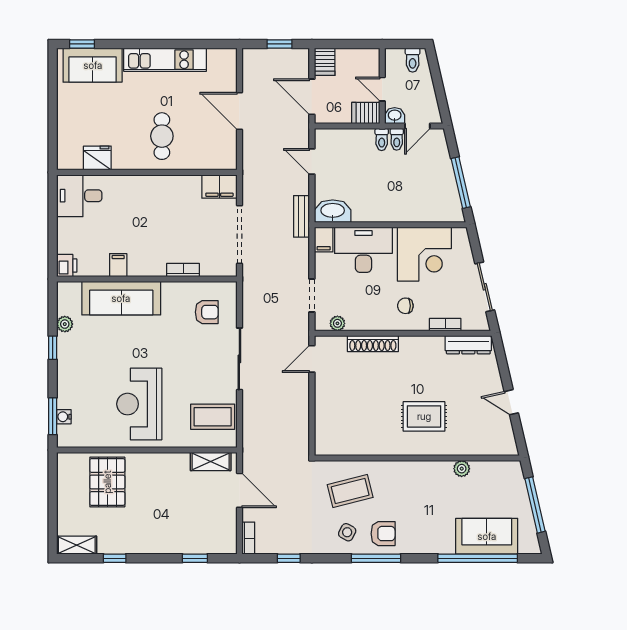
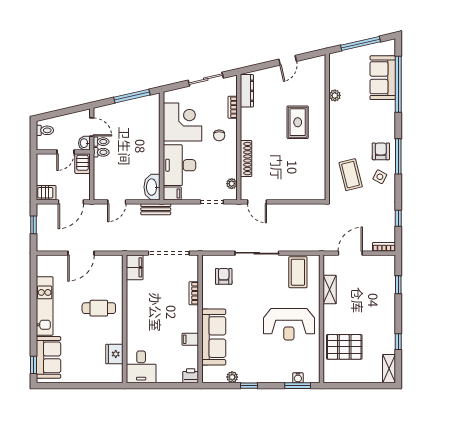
shelving: (211, 462) -> (330, 290), moved

